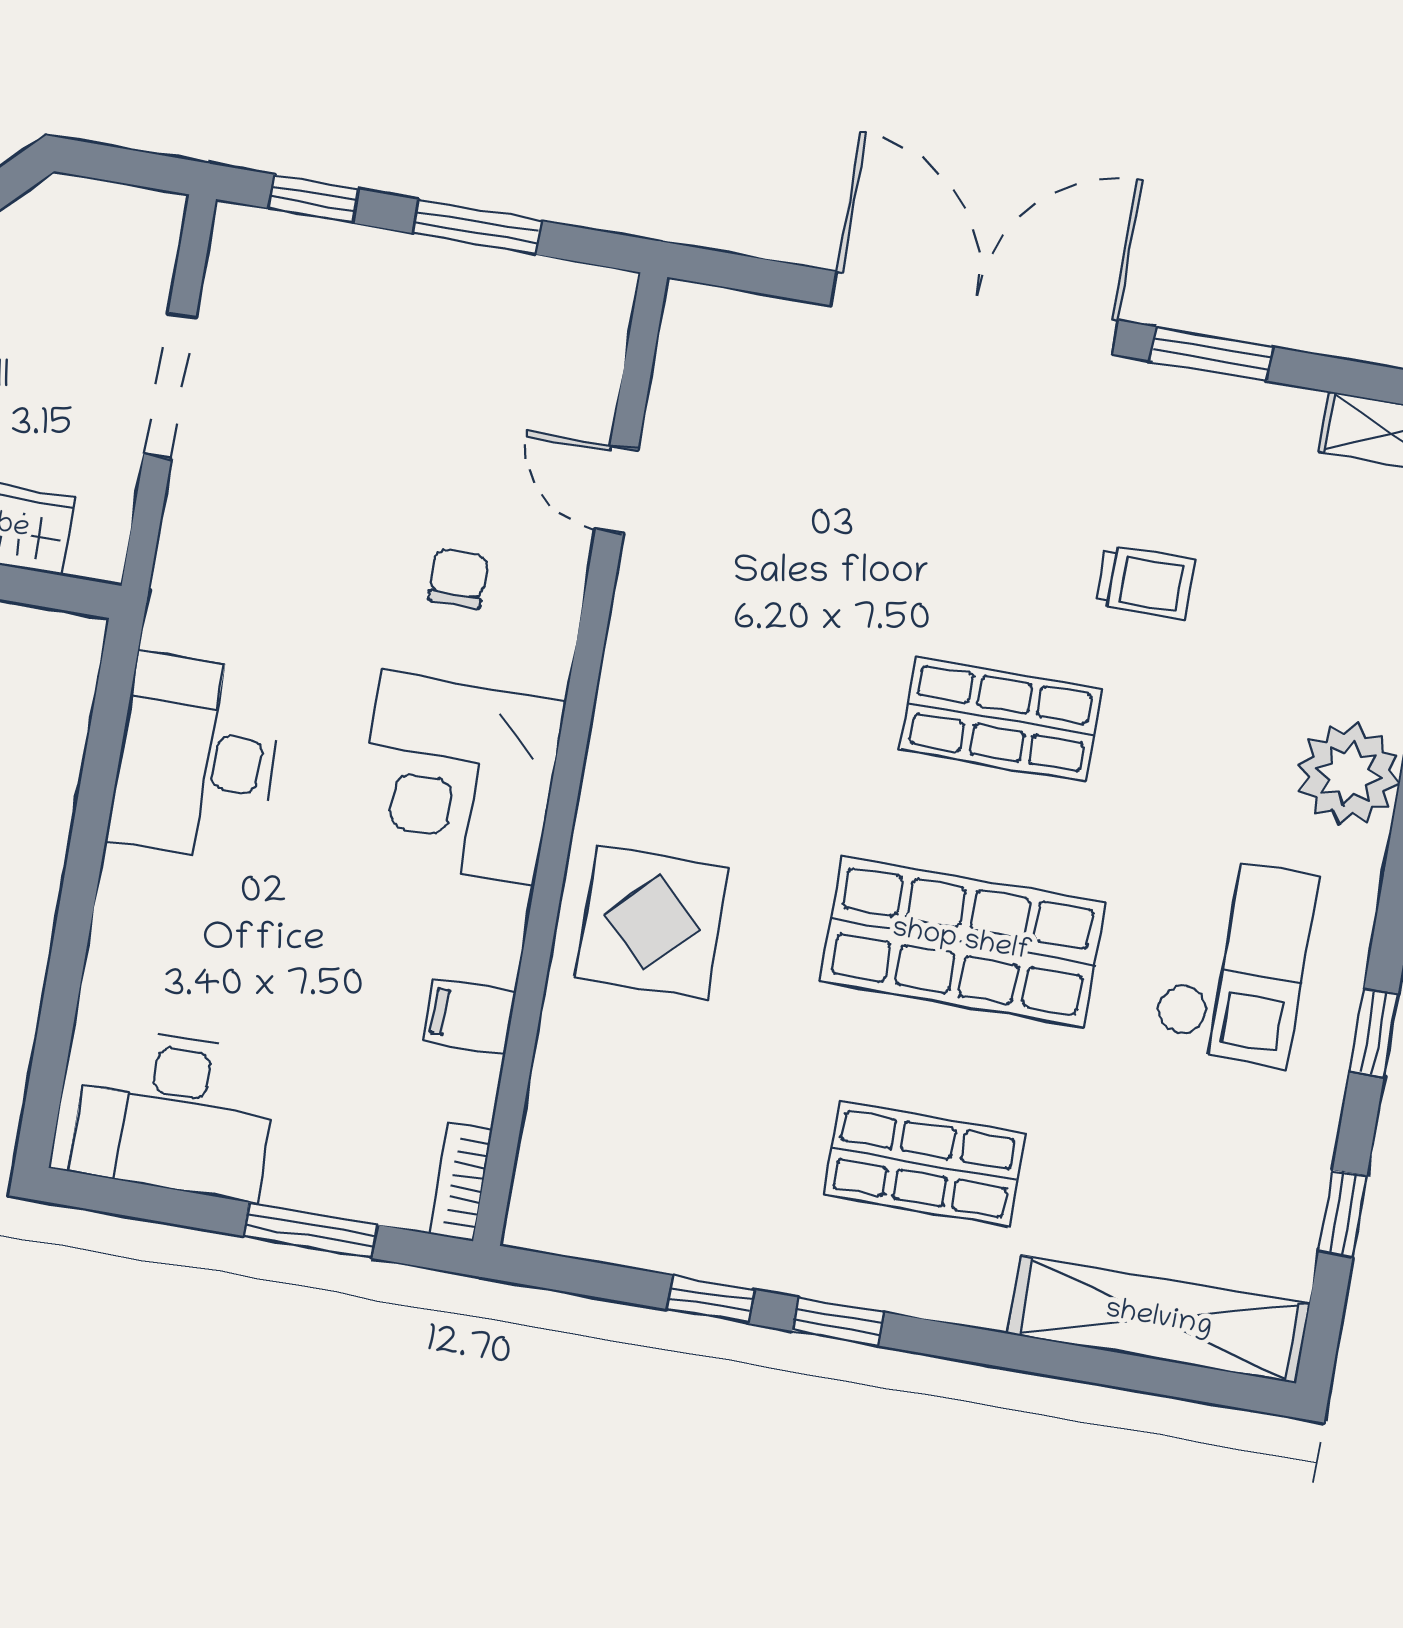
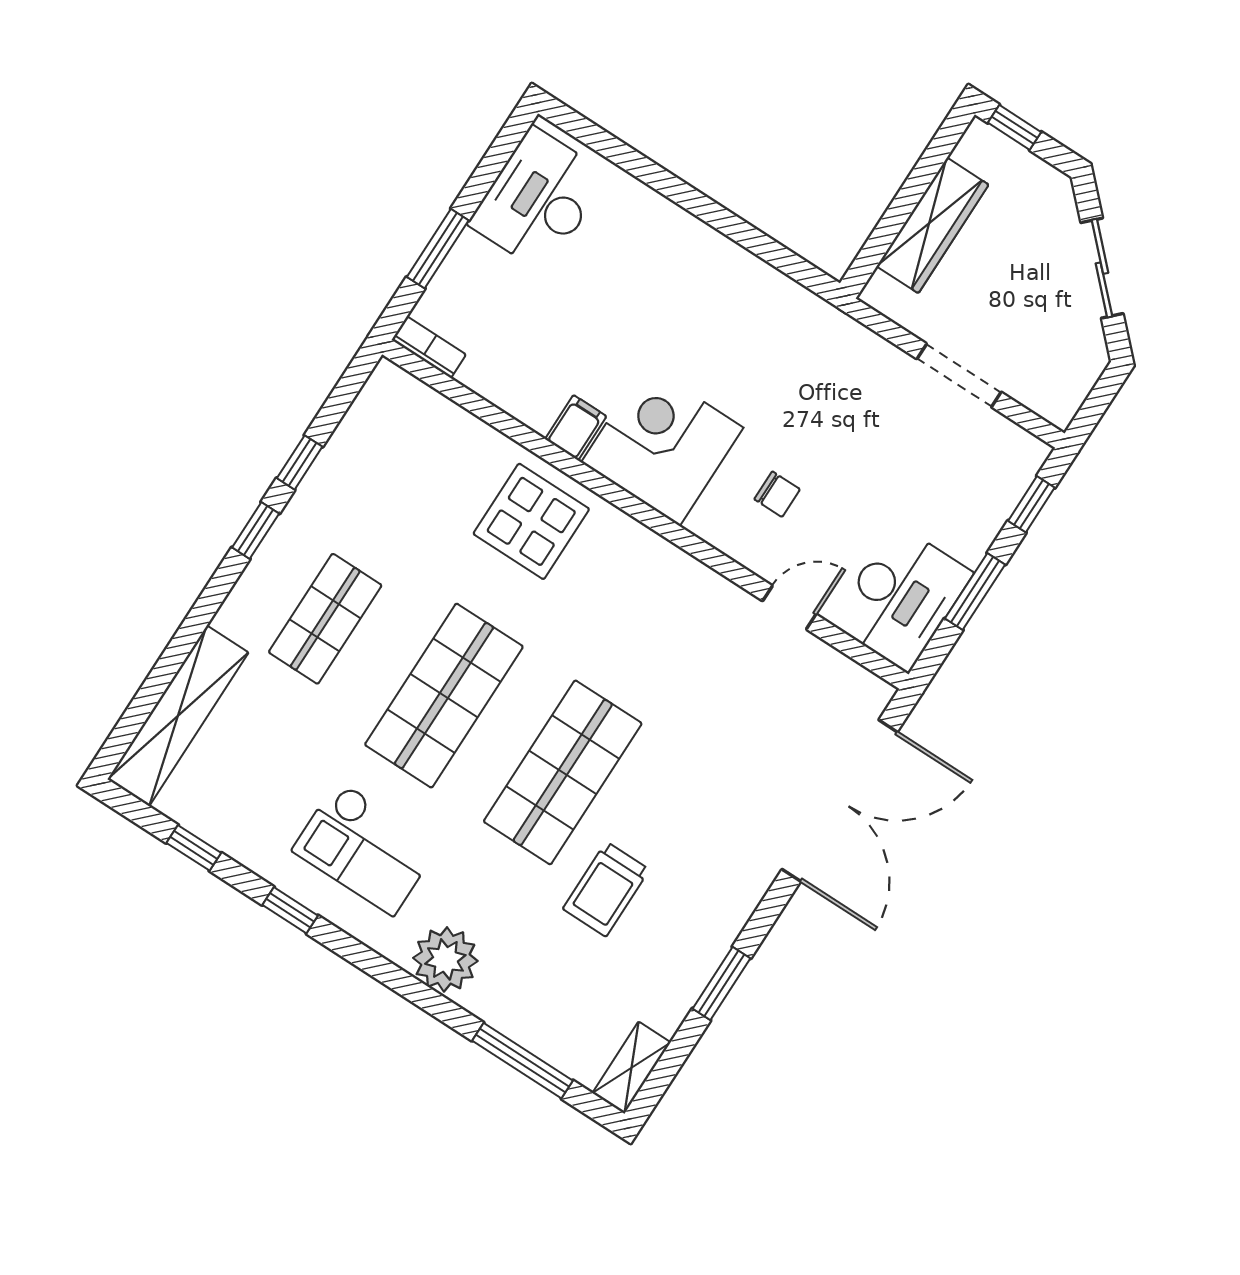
double door: (974, 313) -> (840, 801), moved
trolley: (1145, 582) -> (606, 889), width x1.36, depth x1.39
shop shelf: (1001, 719) -> (563, 772), width x1.43, depth x1.36
desk: (196, 758) -> (902, 598), moved, turned 90
filing cabinet: (469, 1017) -> (576, 428), moved

